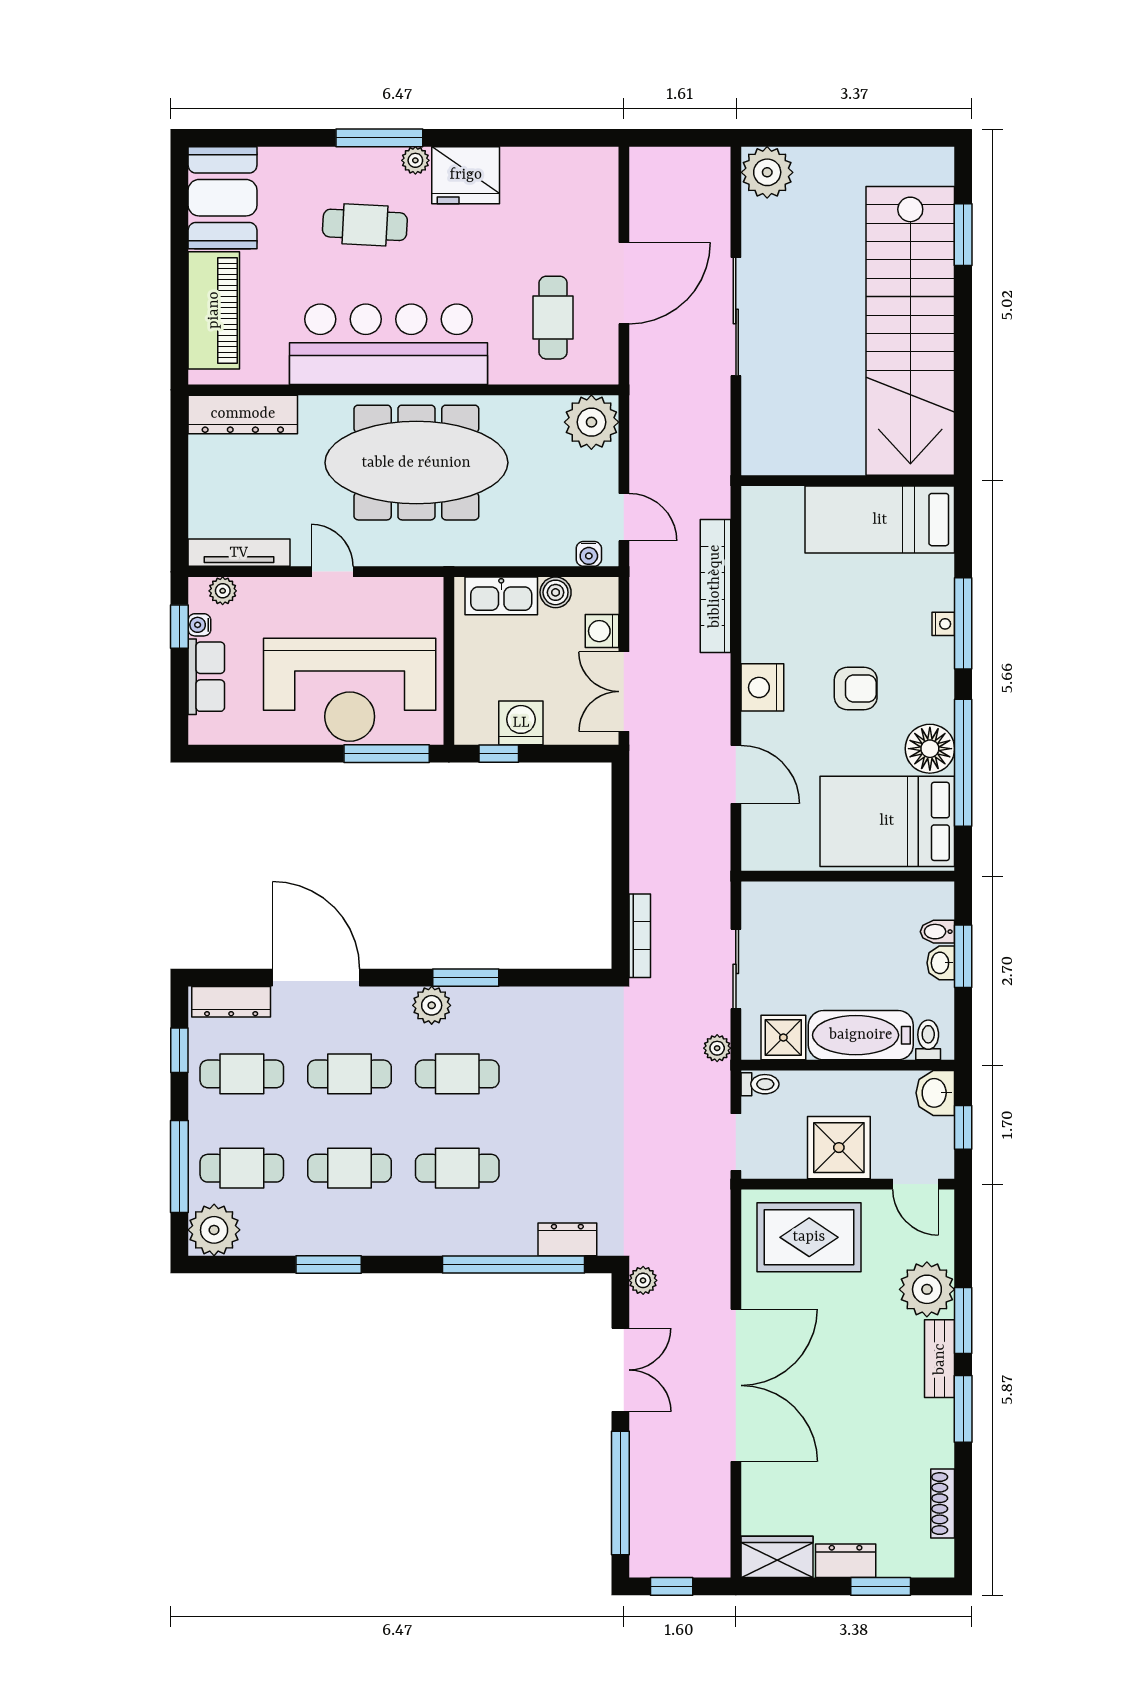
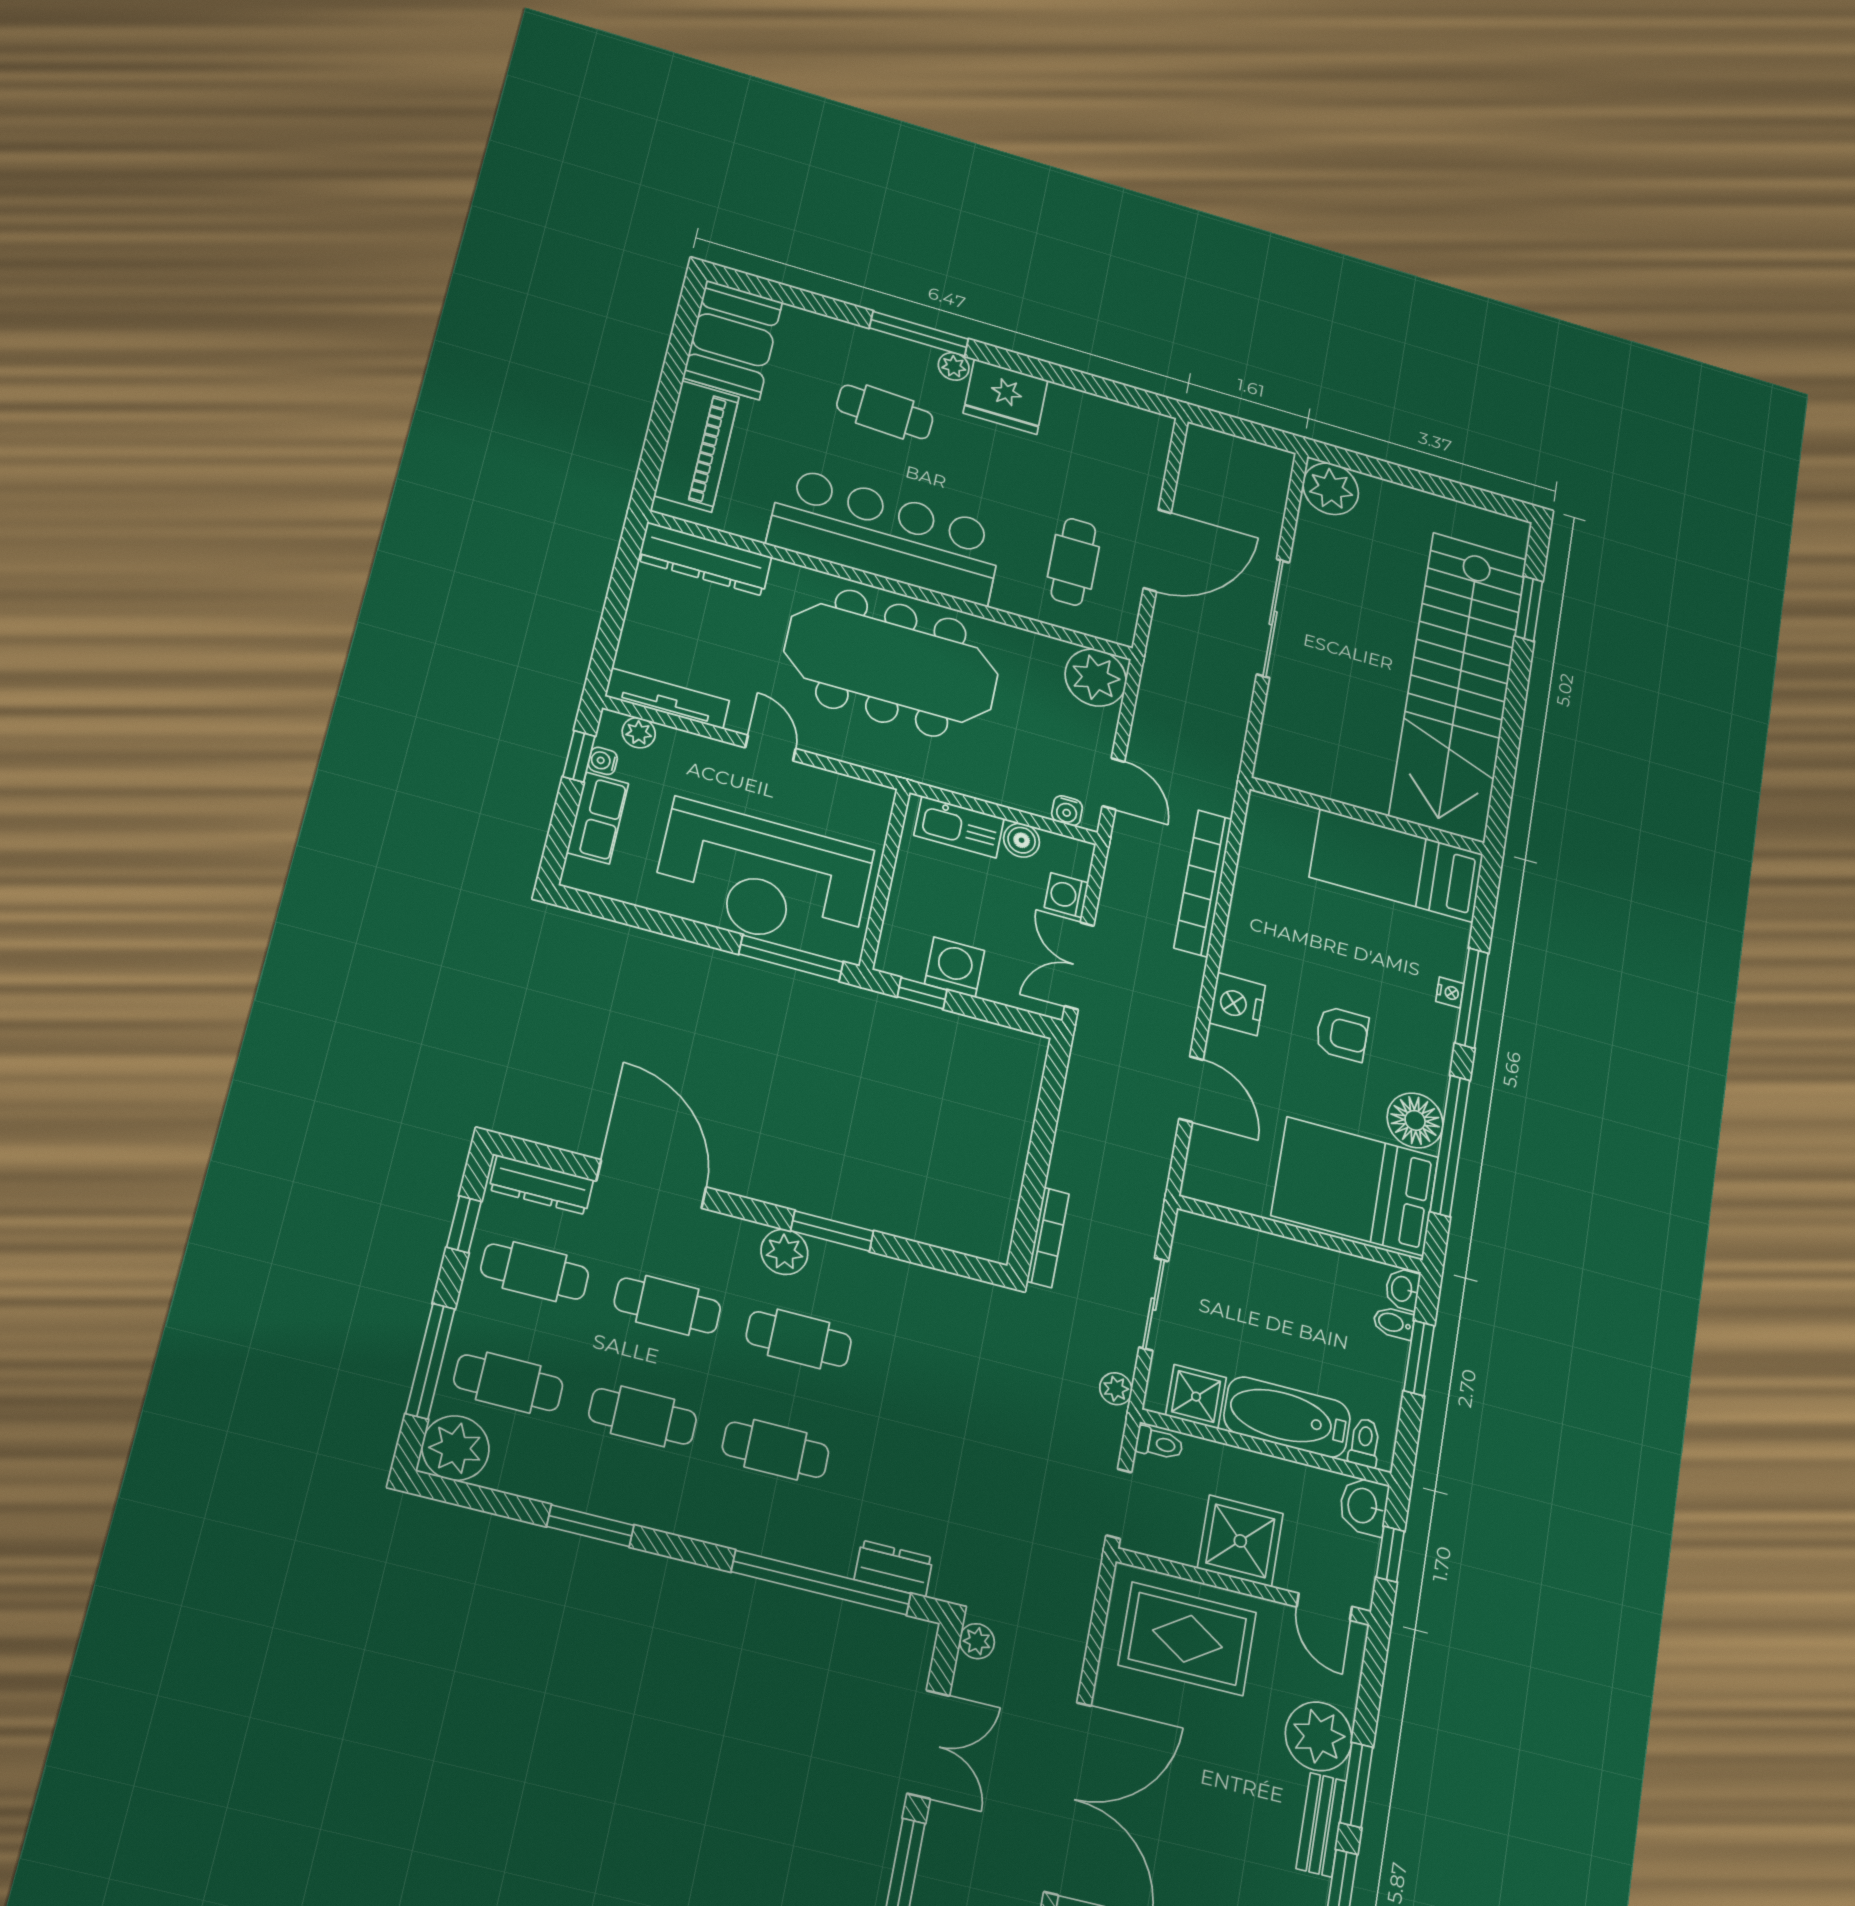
washbasin: (941, 963) -> (1403, 1289), moved

